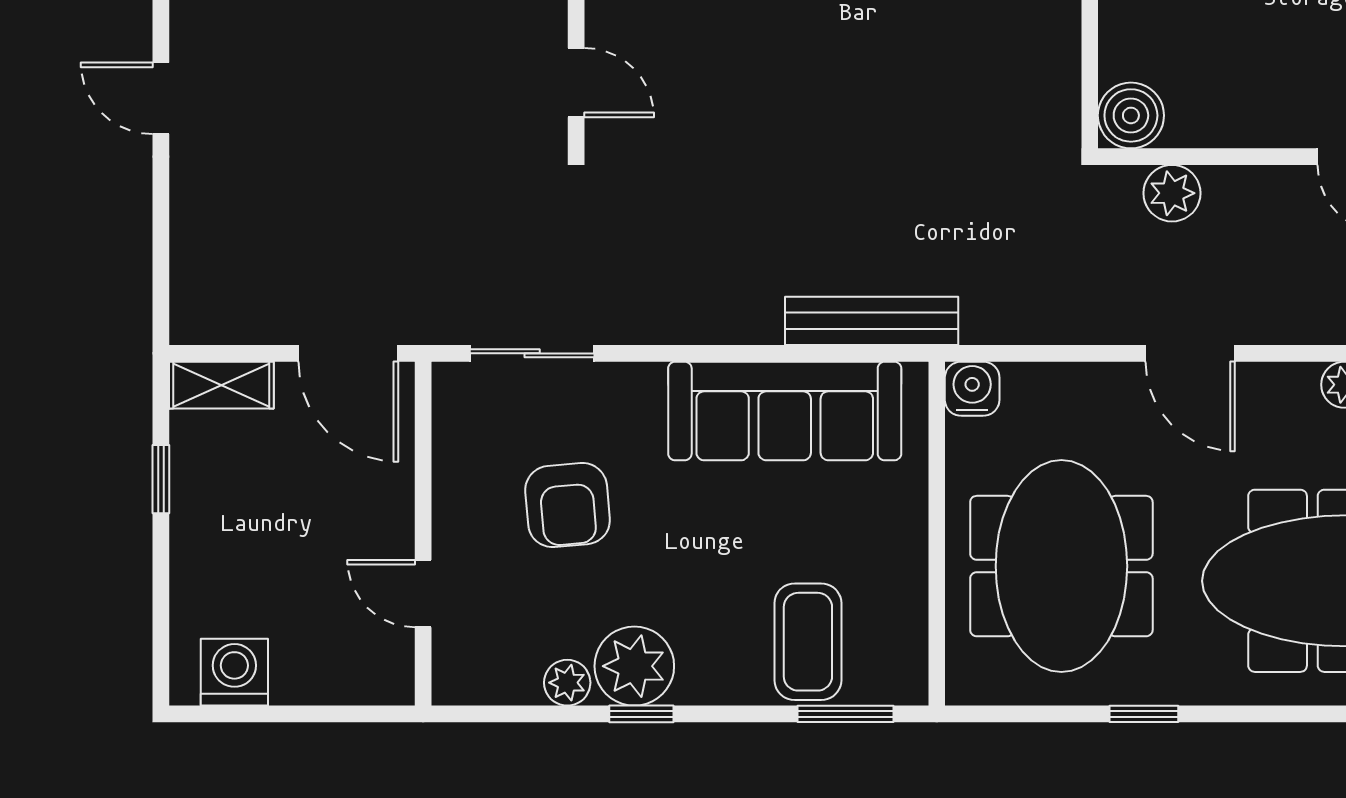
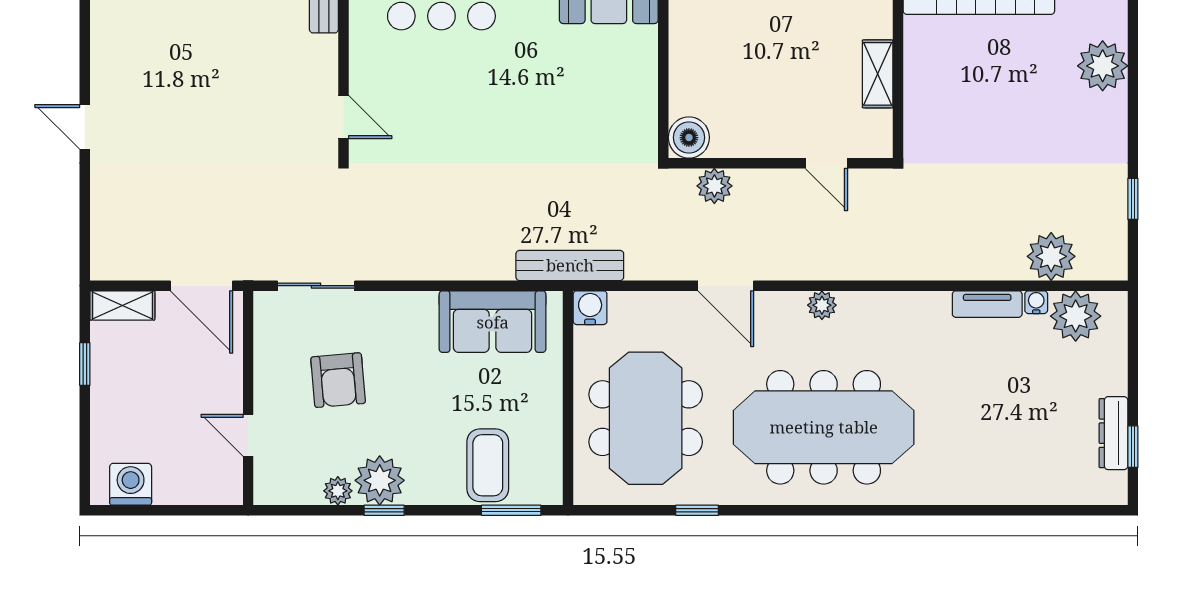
bench: (872, 321) -> (570, 265), moved
sofa: (785, 411) -> (493, 322), width x0.73

